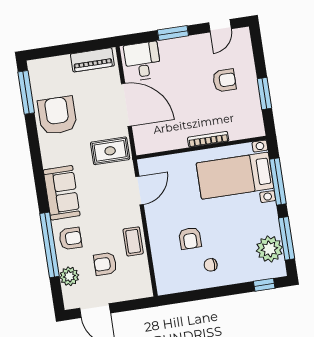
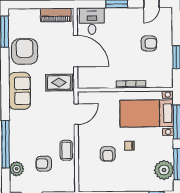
sofa: (62, 193) -> (20, 91), moved
armchair: (70, 238) -> (21, 142), removed
chair: (211, 265) -> (129, 146), moved

